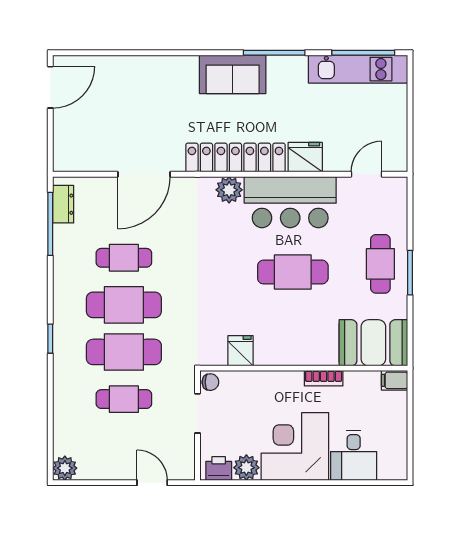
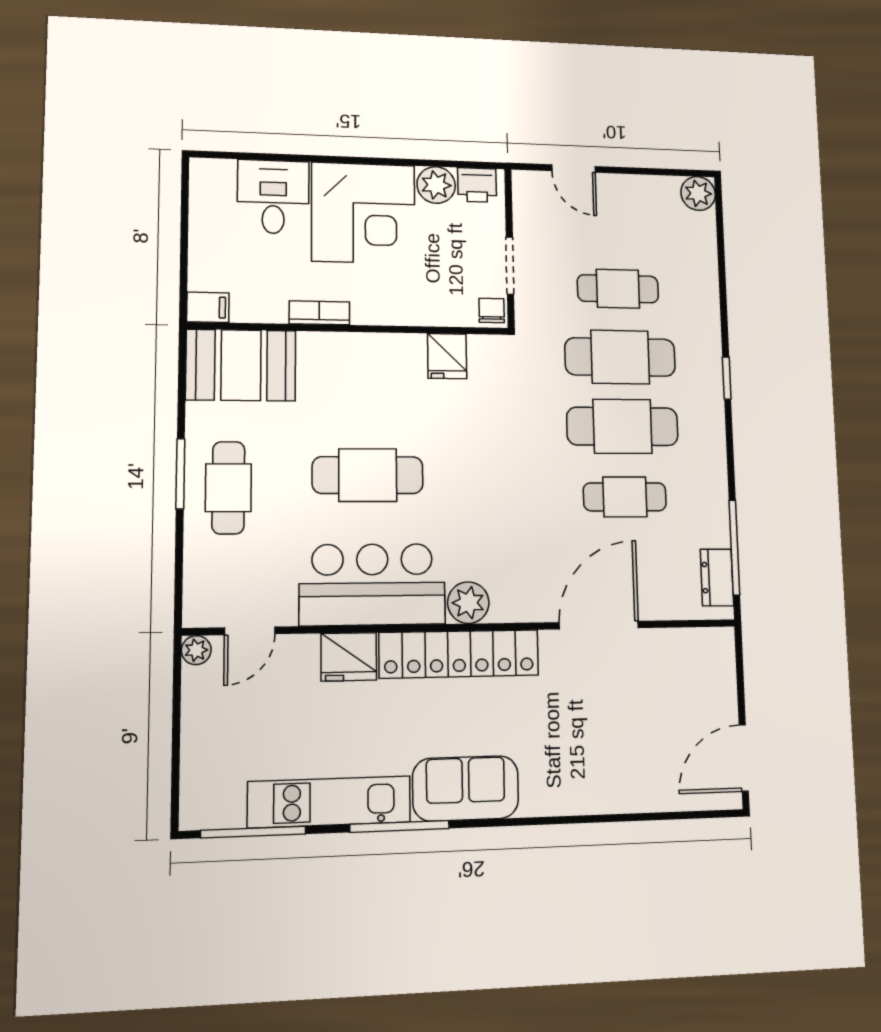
kitchen unit: (358, 69) -> (329, 802), moved
plant: (399, 163) -> (196, 650), added
chair: (210, 382) -> (492, 311), turned 90

